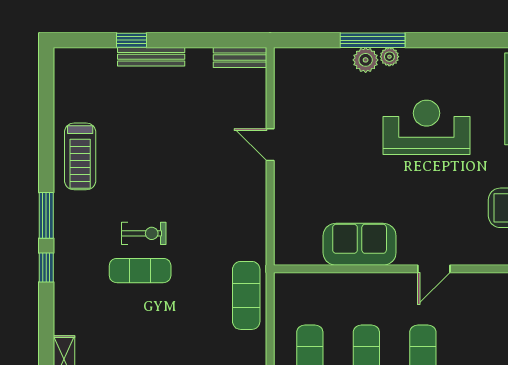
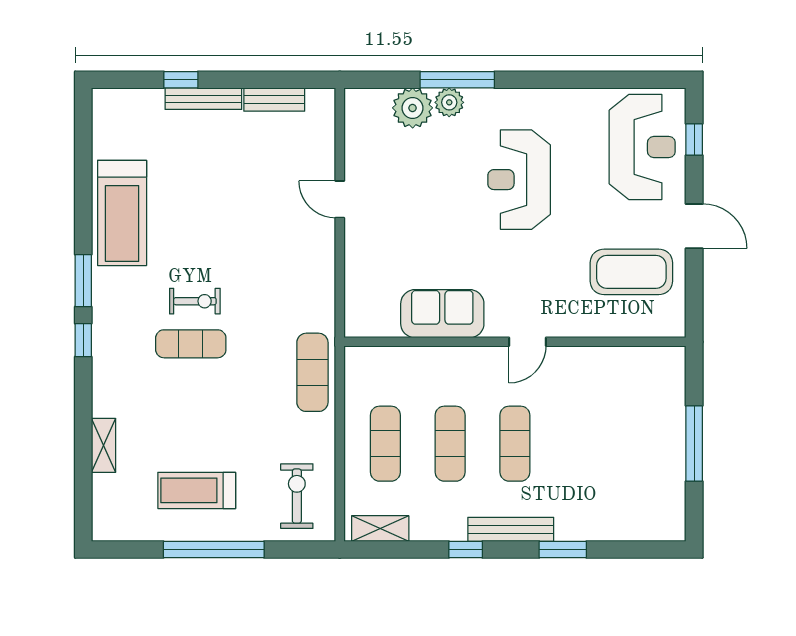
bench: (240, 57) -> (274, 100), moved
plant: (389, 57) -> (413, 108), moved, width x1.88, depth x1.88
reception desk: (426, 127) -> (519, 180), turned -90
treadmill: (80, 156) -> (122, 213), width x1.37, depth x1.38

